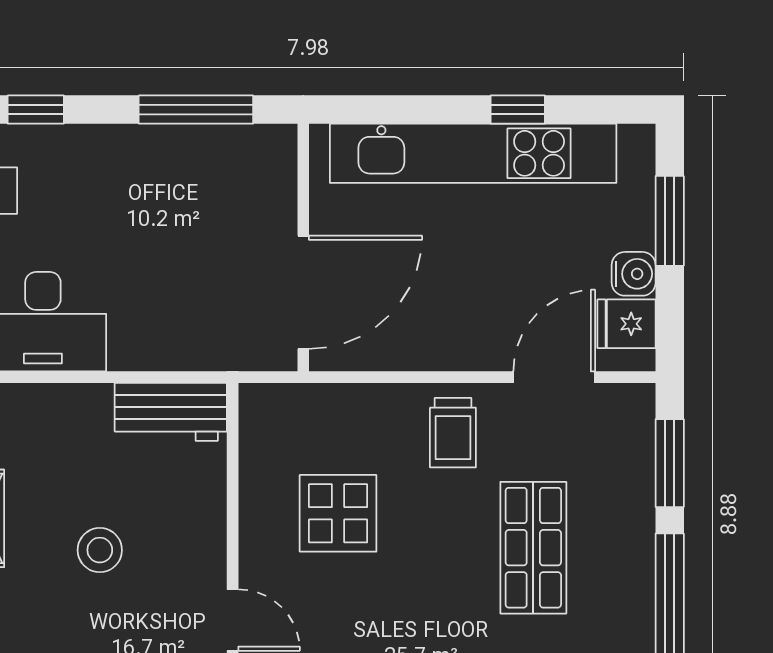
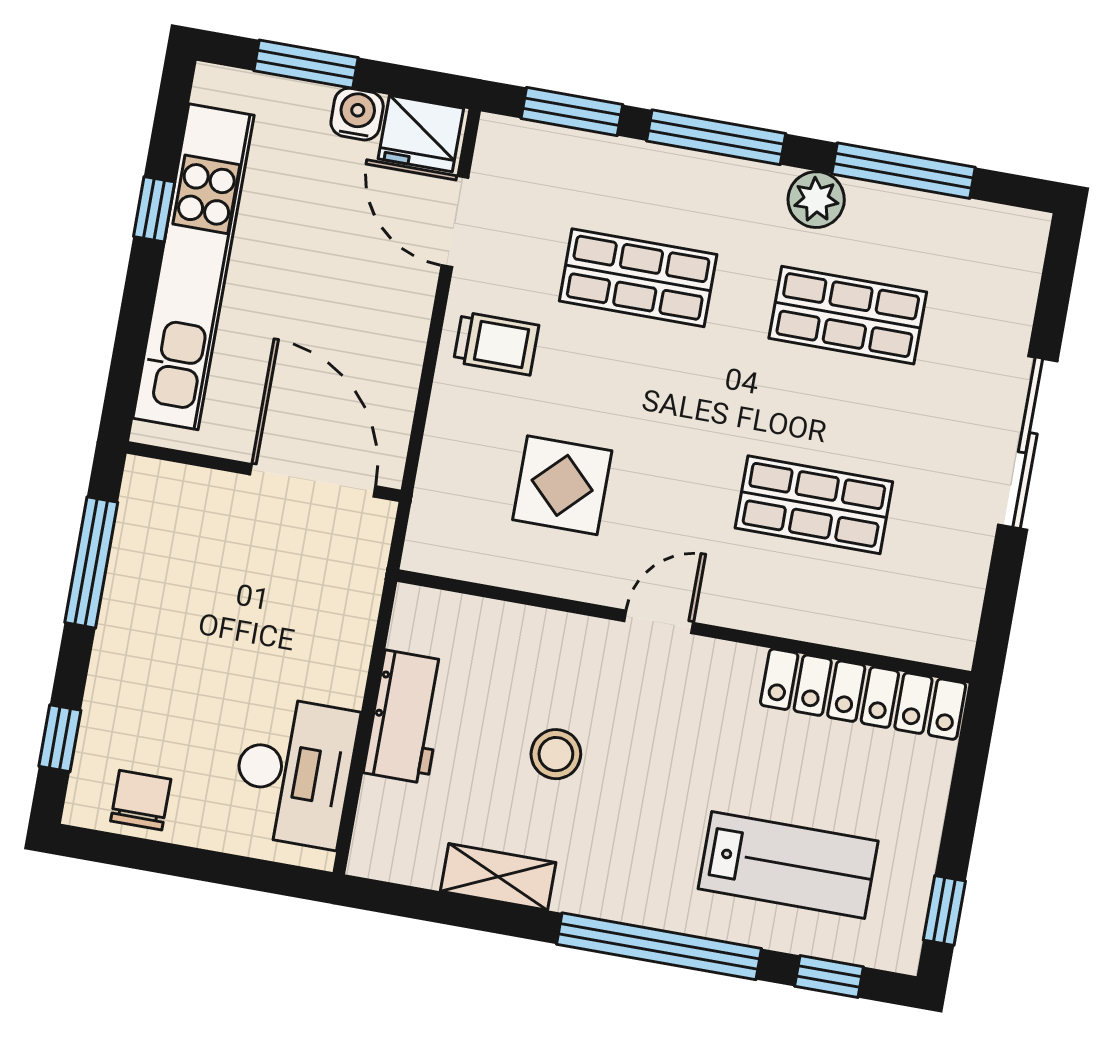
fridge: (627, 324) -> (421, 134), width x1.38
workbench: (171, 412) -> (406, 717), moved

